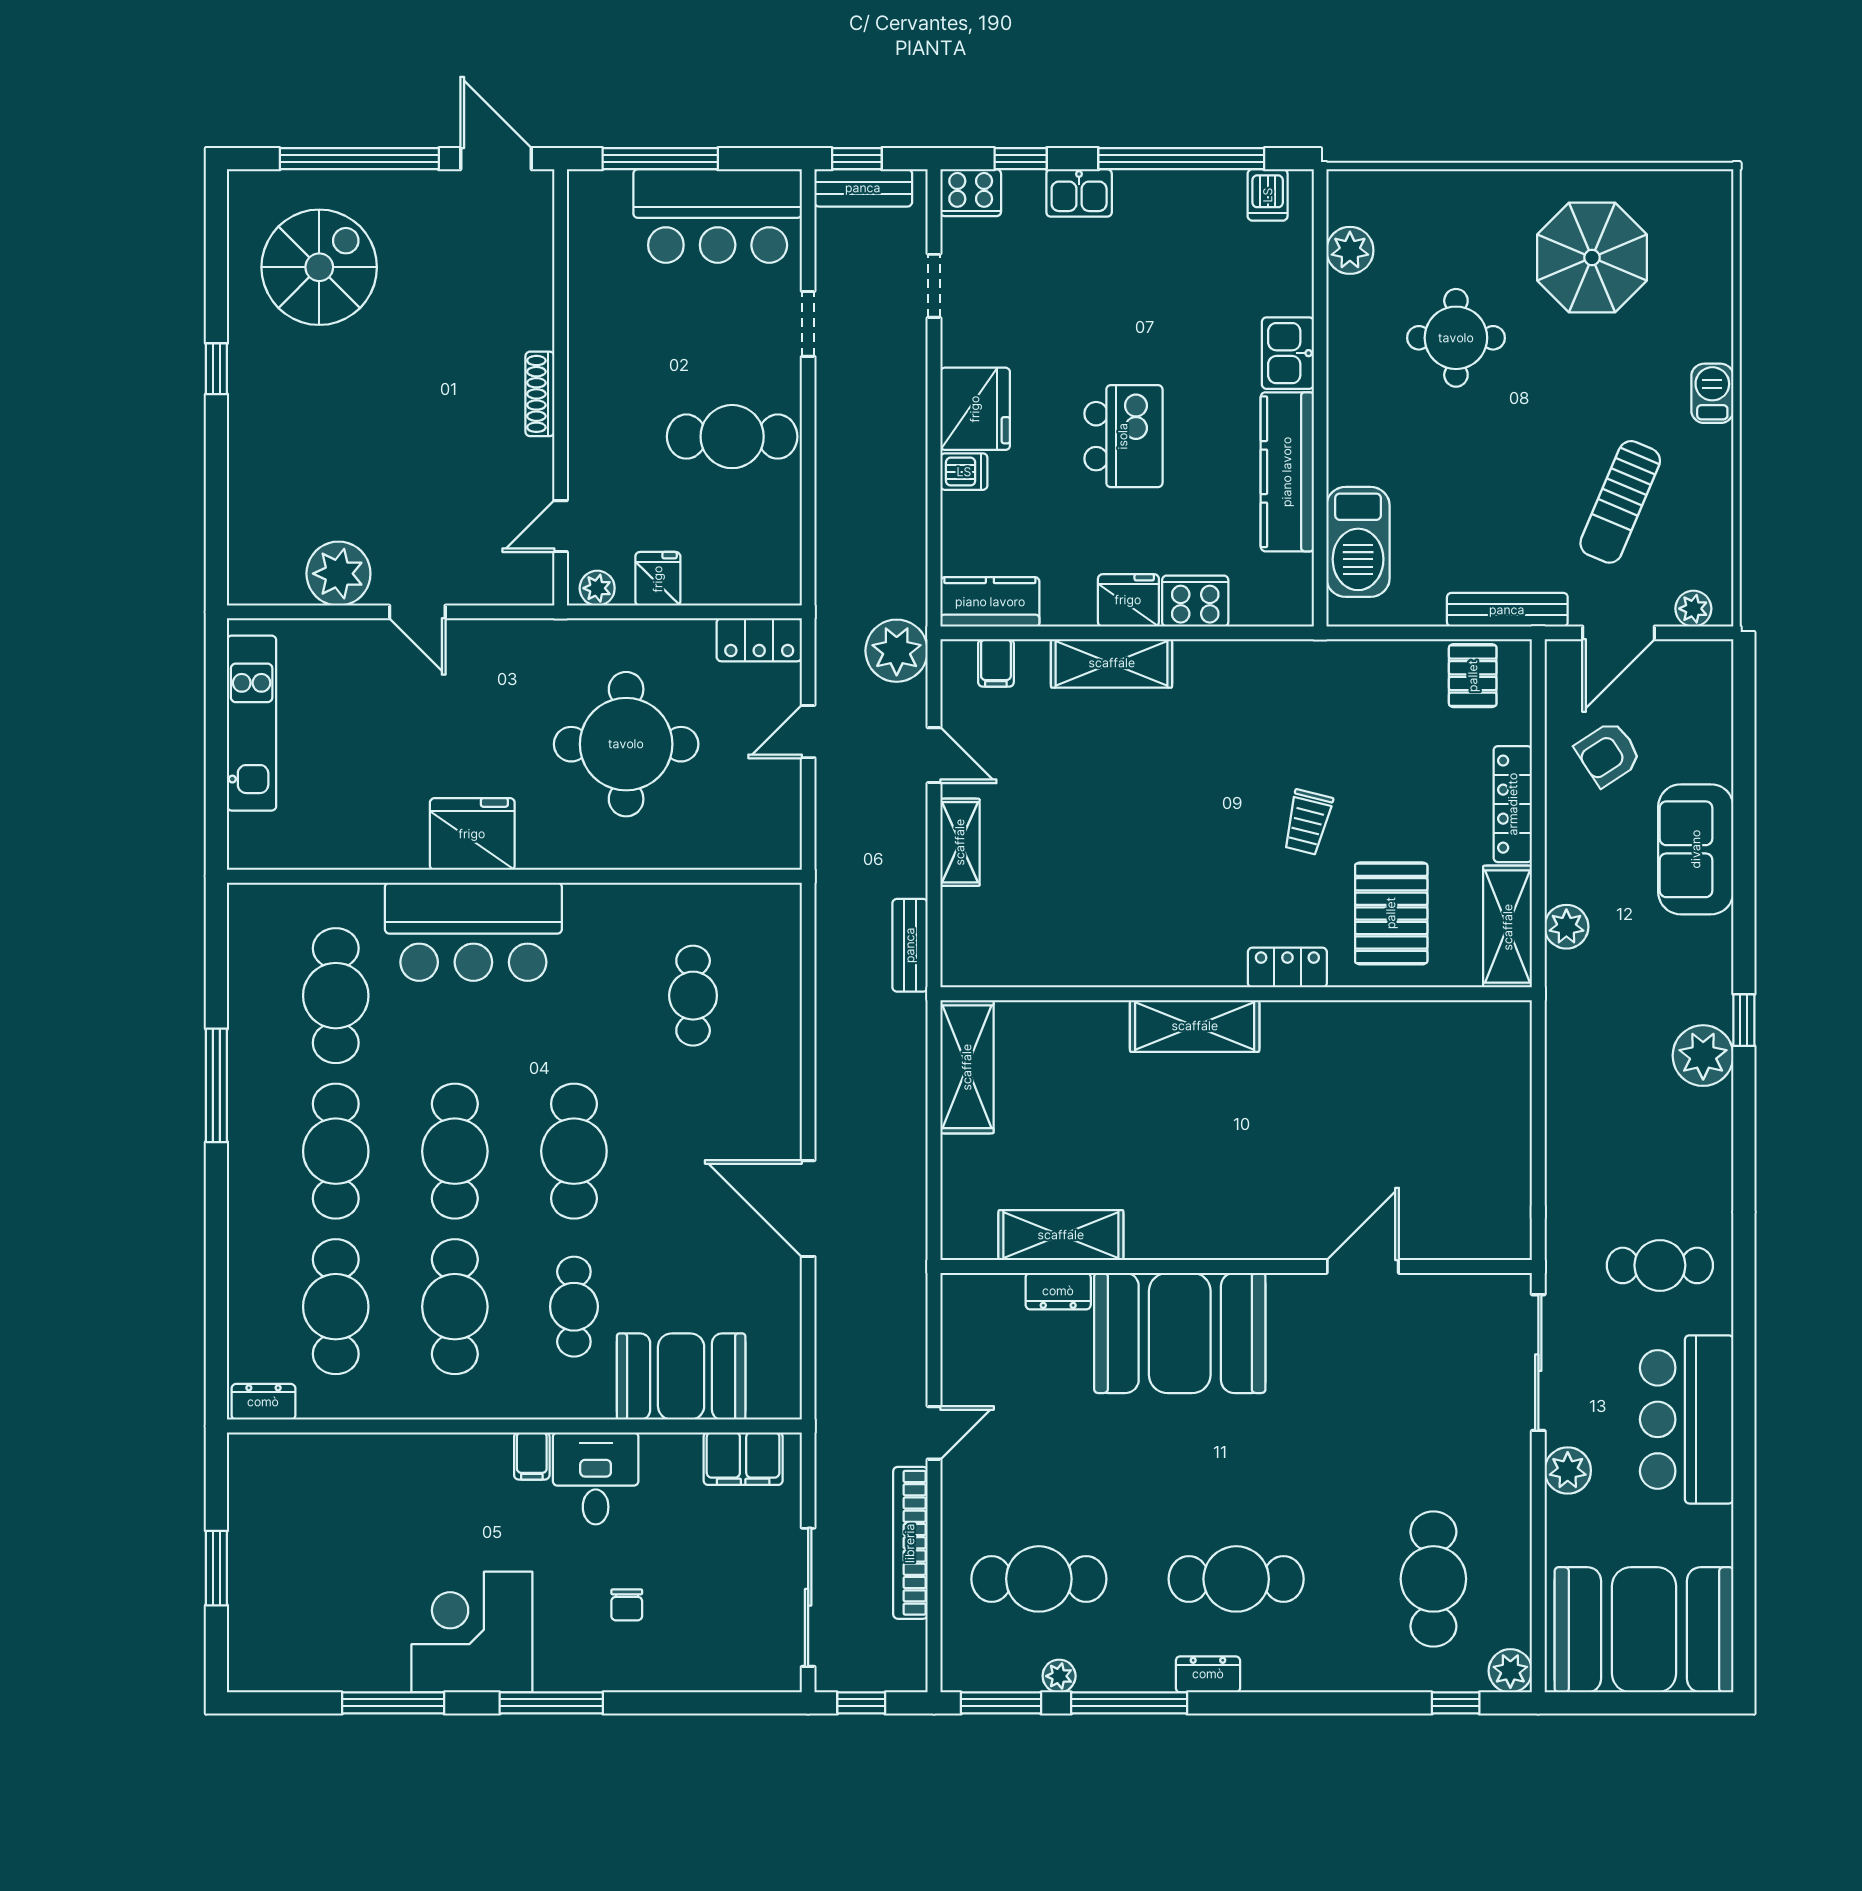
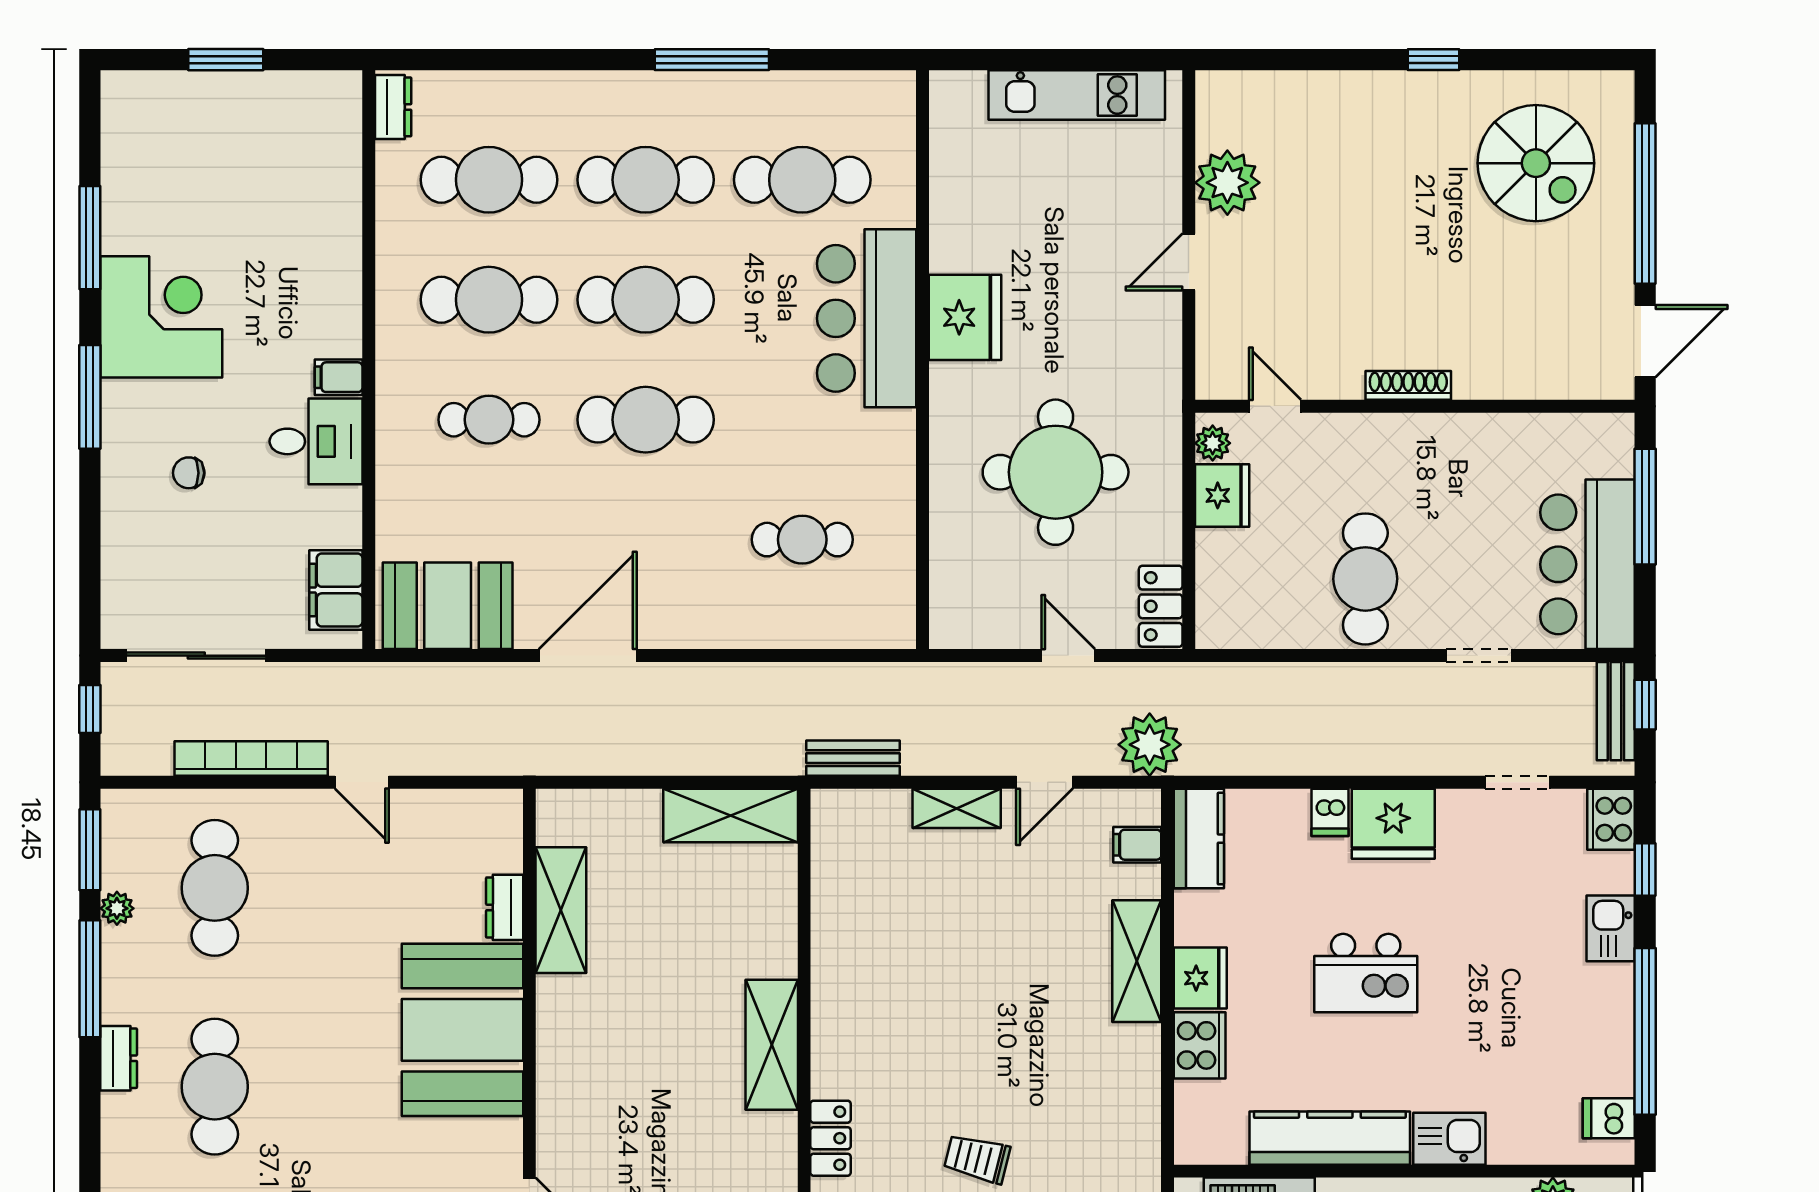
fridge: (658, 579) -> (1222, 495), width x1.38
booth: (681, 1377) -> (448, 606), moved, turned 90

